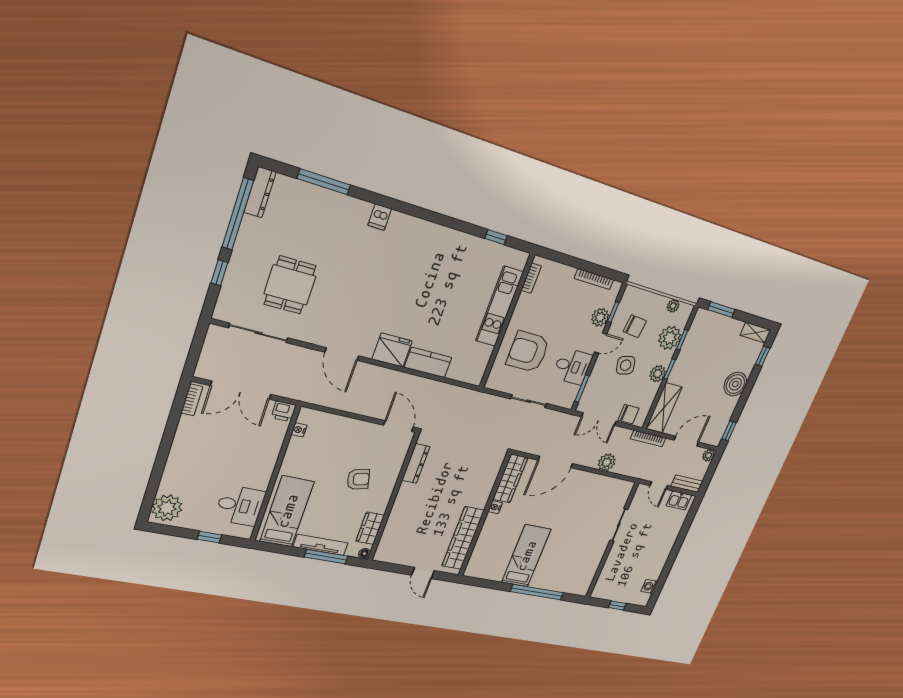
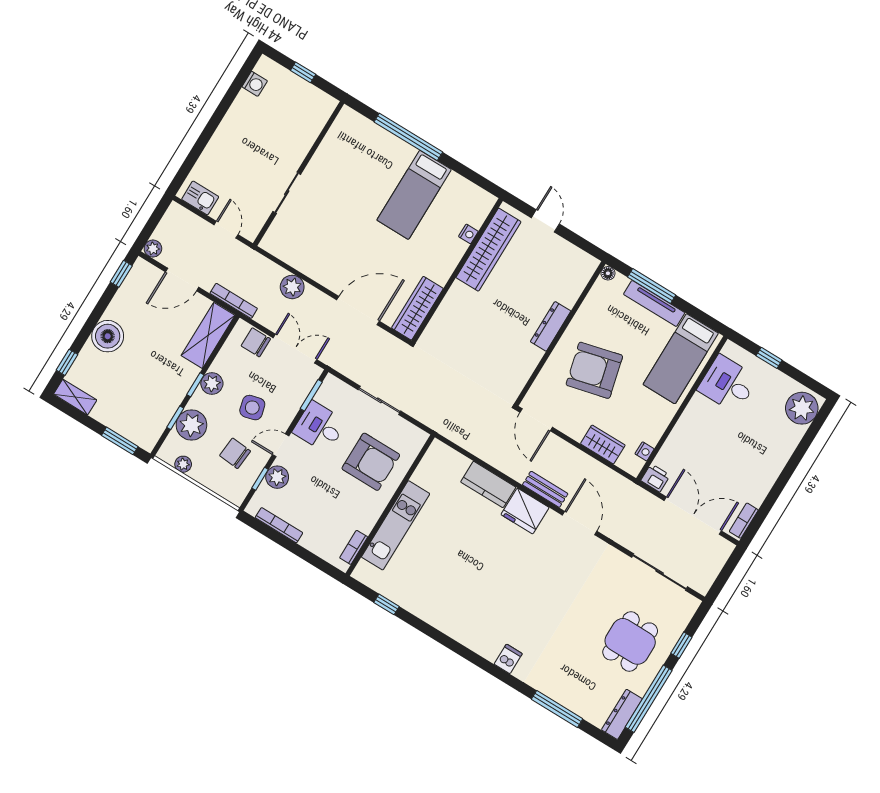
dining table: (290, 285) -> (630, 641), moved
dresser: (416, 463) -> (551, 326), moved
armchair: (358, 479) -> (594, 370), width x1.88, depth x1.88
bench: (687, 484) -> (545, 489), moved
nightstand: (495, 507) -> (468, 234), moved
wardrobe: (370, 528) -> (603, 444), moved, turned -90

